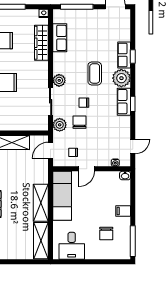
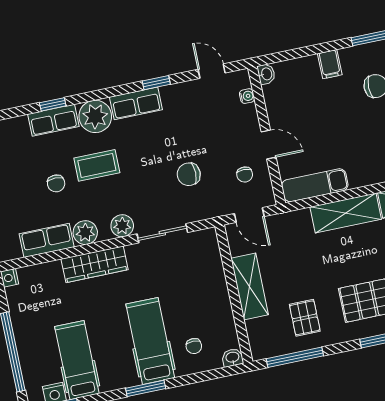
wardrobe: (41, 43) -> (95, 264), moved
chair: (84, 103) -> (56, 183), moved
window: (133, 104) -> (156, 83), moved
plant: (60, 125) -> (85, 233), moved
exam couch: (62, 196) -> (315, 185), width x0.73, depth x0.69

